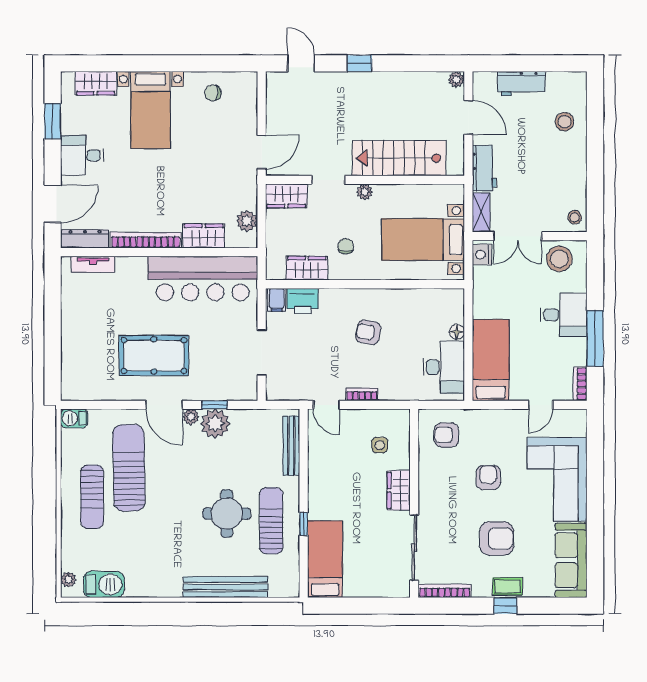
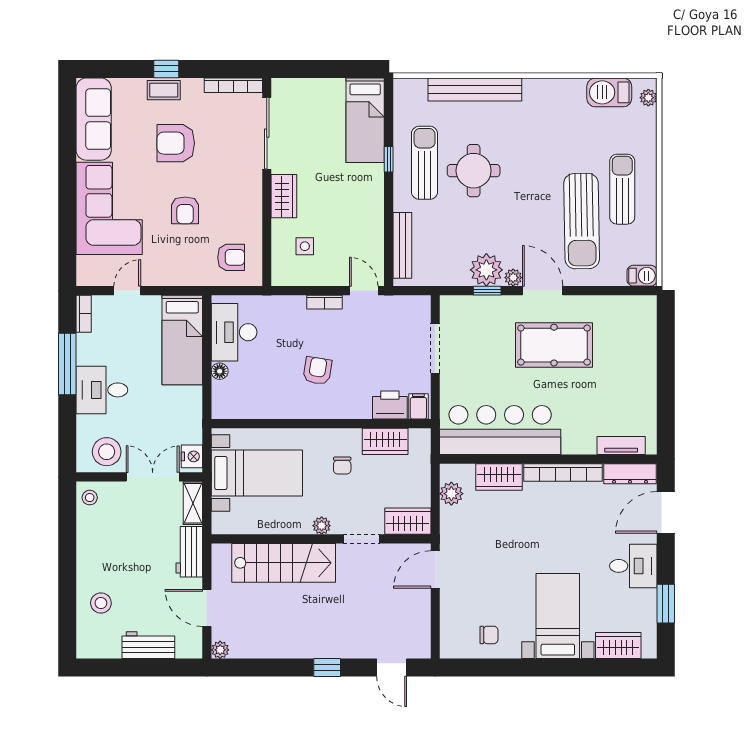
armchair: (368, 332) -> (317, 371), turned -92
sun lounger: (271, 521) -> (425, 163), turned 180

